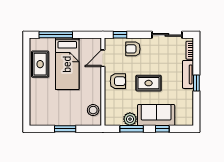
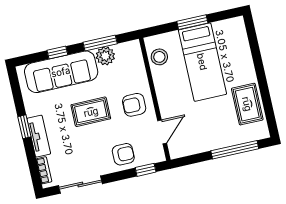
bed: (67, 64) -> (202, 62), moved, turned 180
sofa: (156, 115) -> (61, 72), width x1.36

